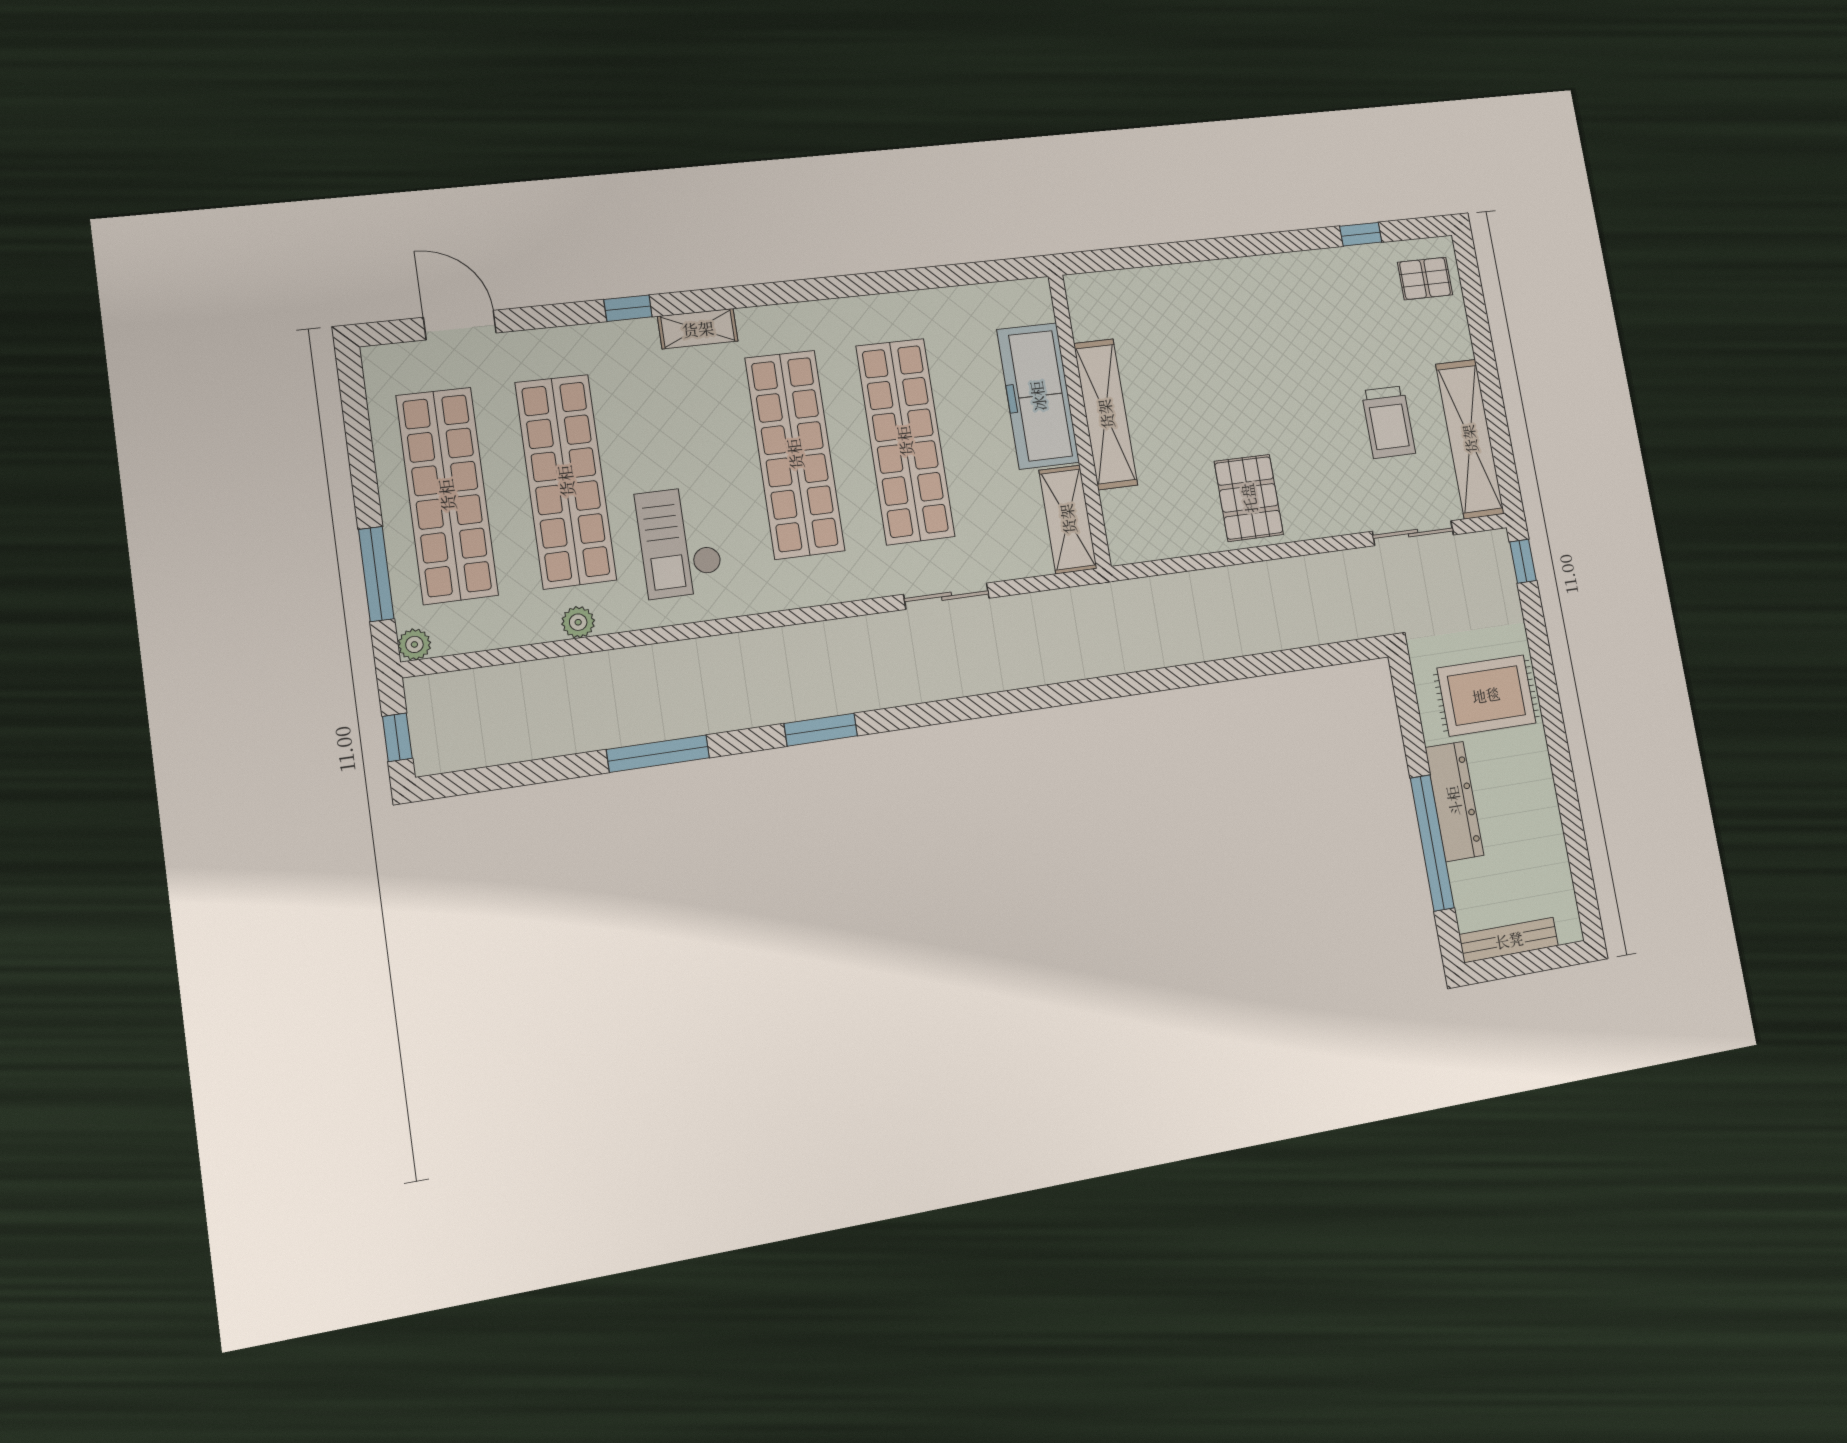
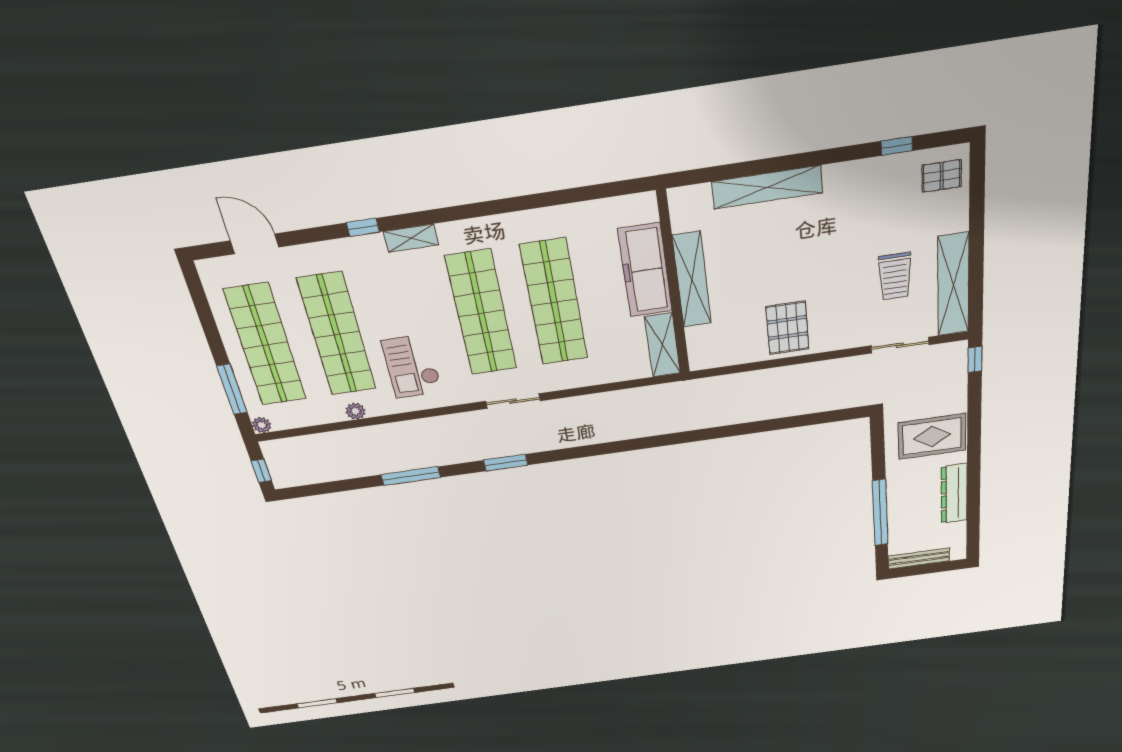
shelving: (1199, 281) -> (767, 187), added
sliding door: (947, 596) -> (513, 401), moved
dresser: (1454, 801) -> (954, 494), moved, turned 180

